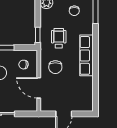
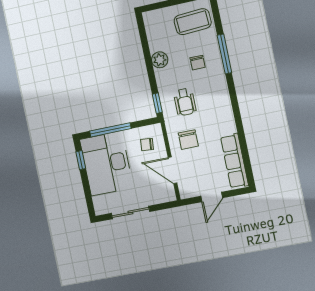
wheelchair: (59, 38) -> (185, 102), turned 180
row of seats: (86, 55) -> (234, 161), moved

